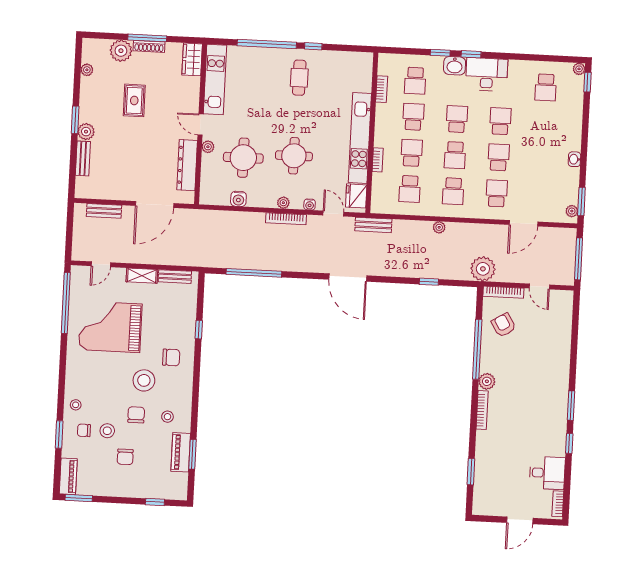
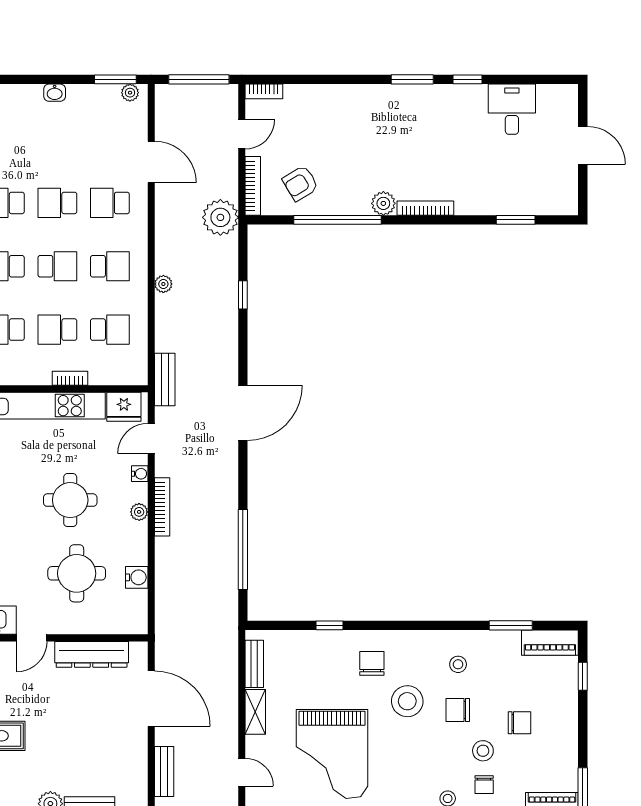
plant: (208, 147) -> (63, 626), removed
piano: (181, 452) -> (550, 643), moved
bookcase: (558, 504) -> (264, 91), moved

